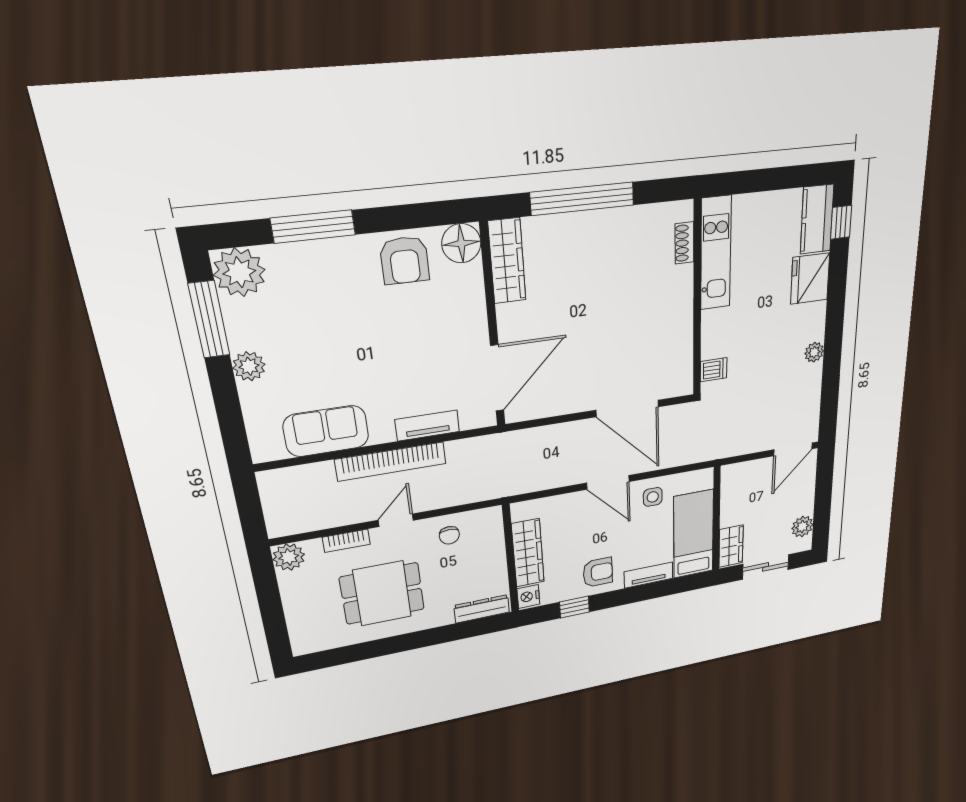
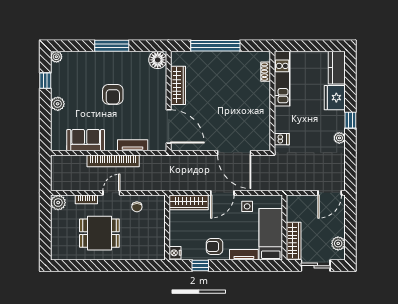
window: (841, 222) -> (350, 120), moved
window: (313, 227) -> (112, 46), moved
armchair: (405, 260) -> (113, 94), moved
wardrobe: (507, 261) -> (178, 85), moved
plant: (239, 272) -> (56, 57), width x0.53, depth x0.53
window: (209, 319) -> (45, 81), width x0.46
door: (497, 378) -> (169, 126), hinge flipped
door: (608, 482) -> (222, 193), hinge flipped
wardrobe: (731, 546) -> (294, 241), width x1.50
wardrobe: (528, 553) -> (189, 202), moved, turned 90
armchair: (598, 572) -> (215, 246), turned 180
dresser: (482, 609) -> (149, 255), removed

